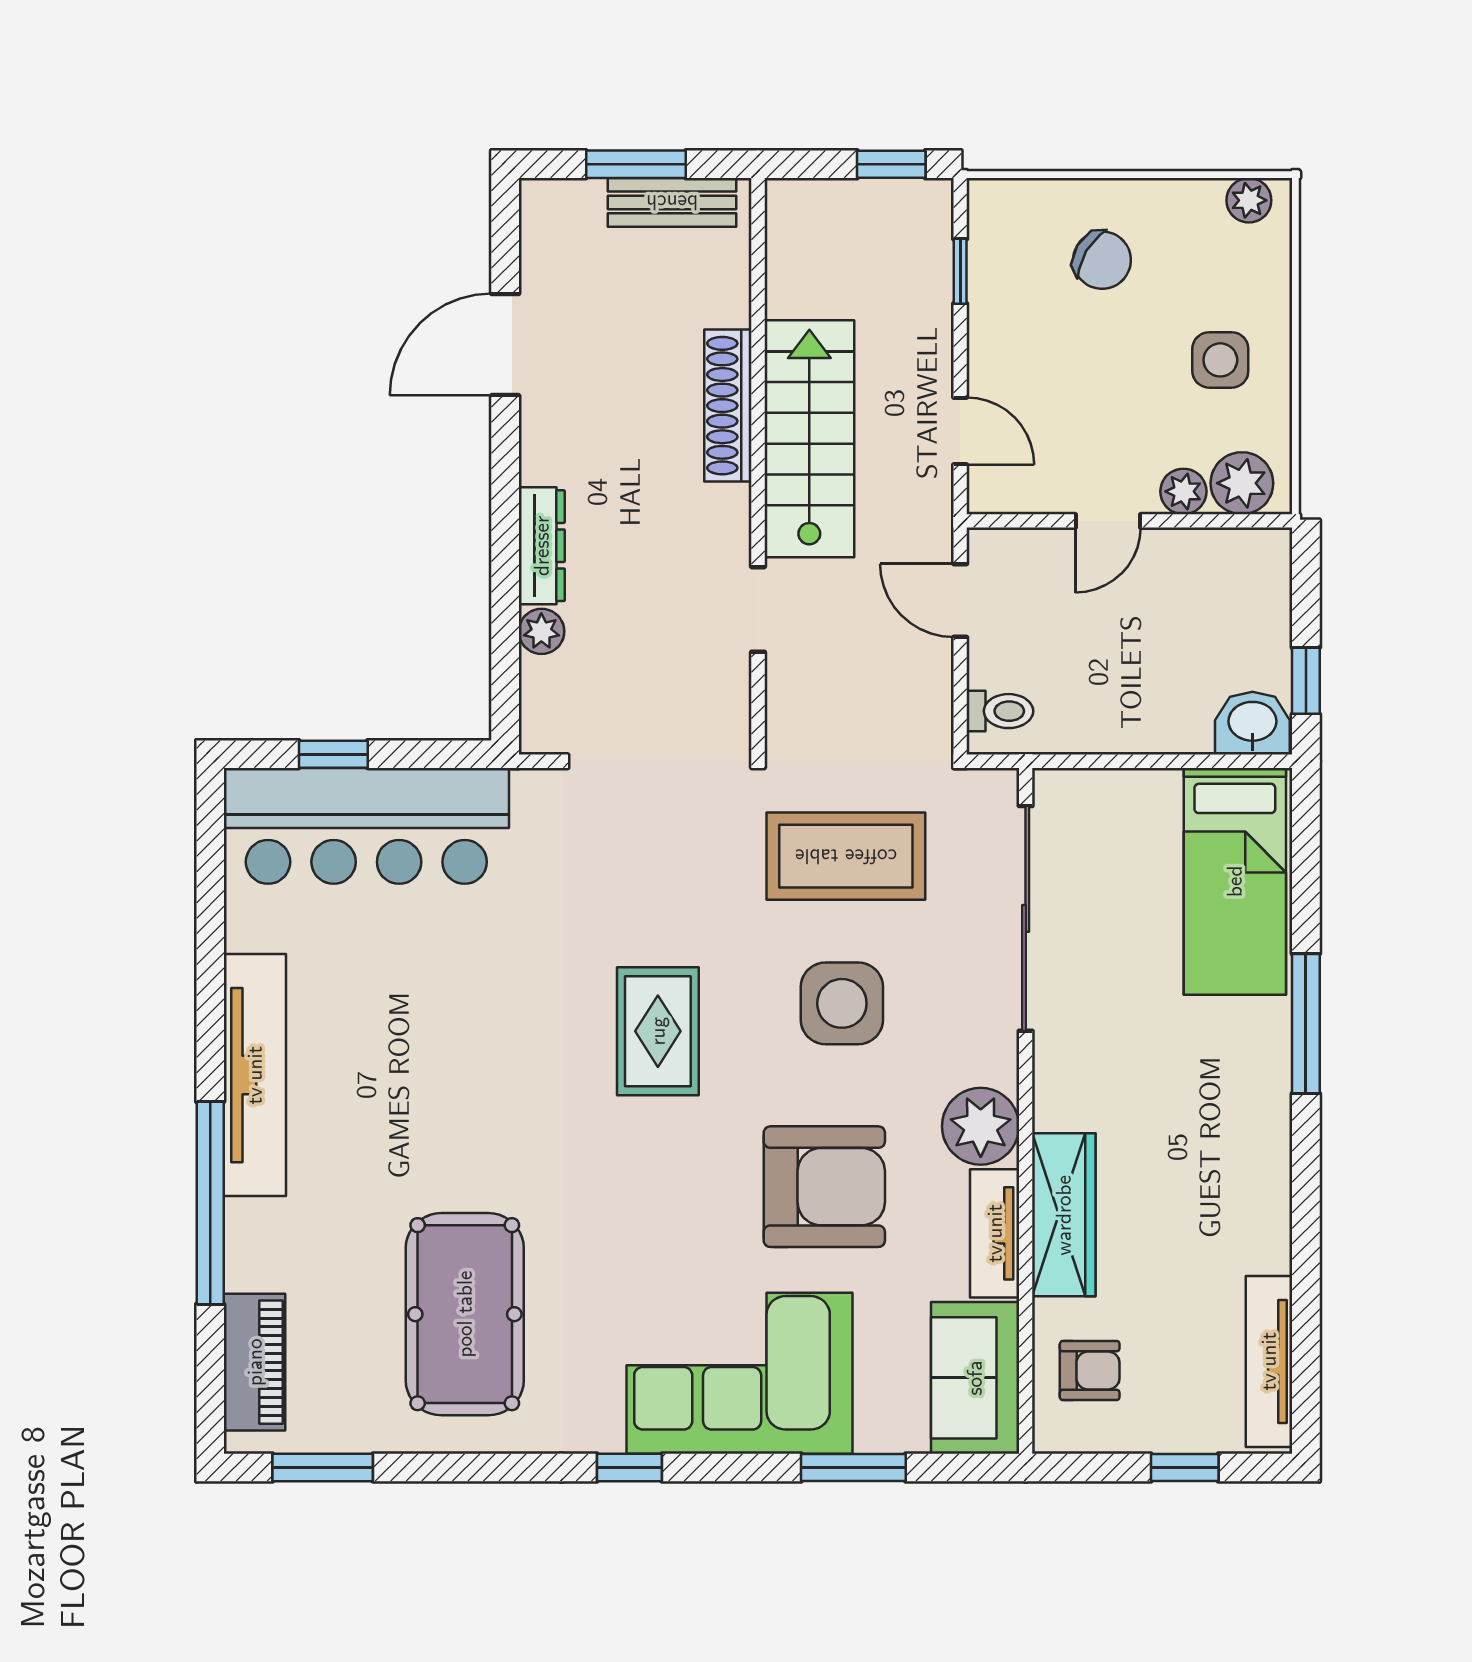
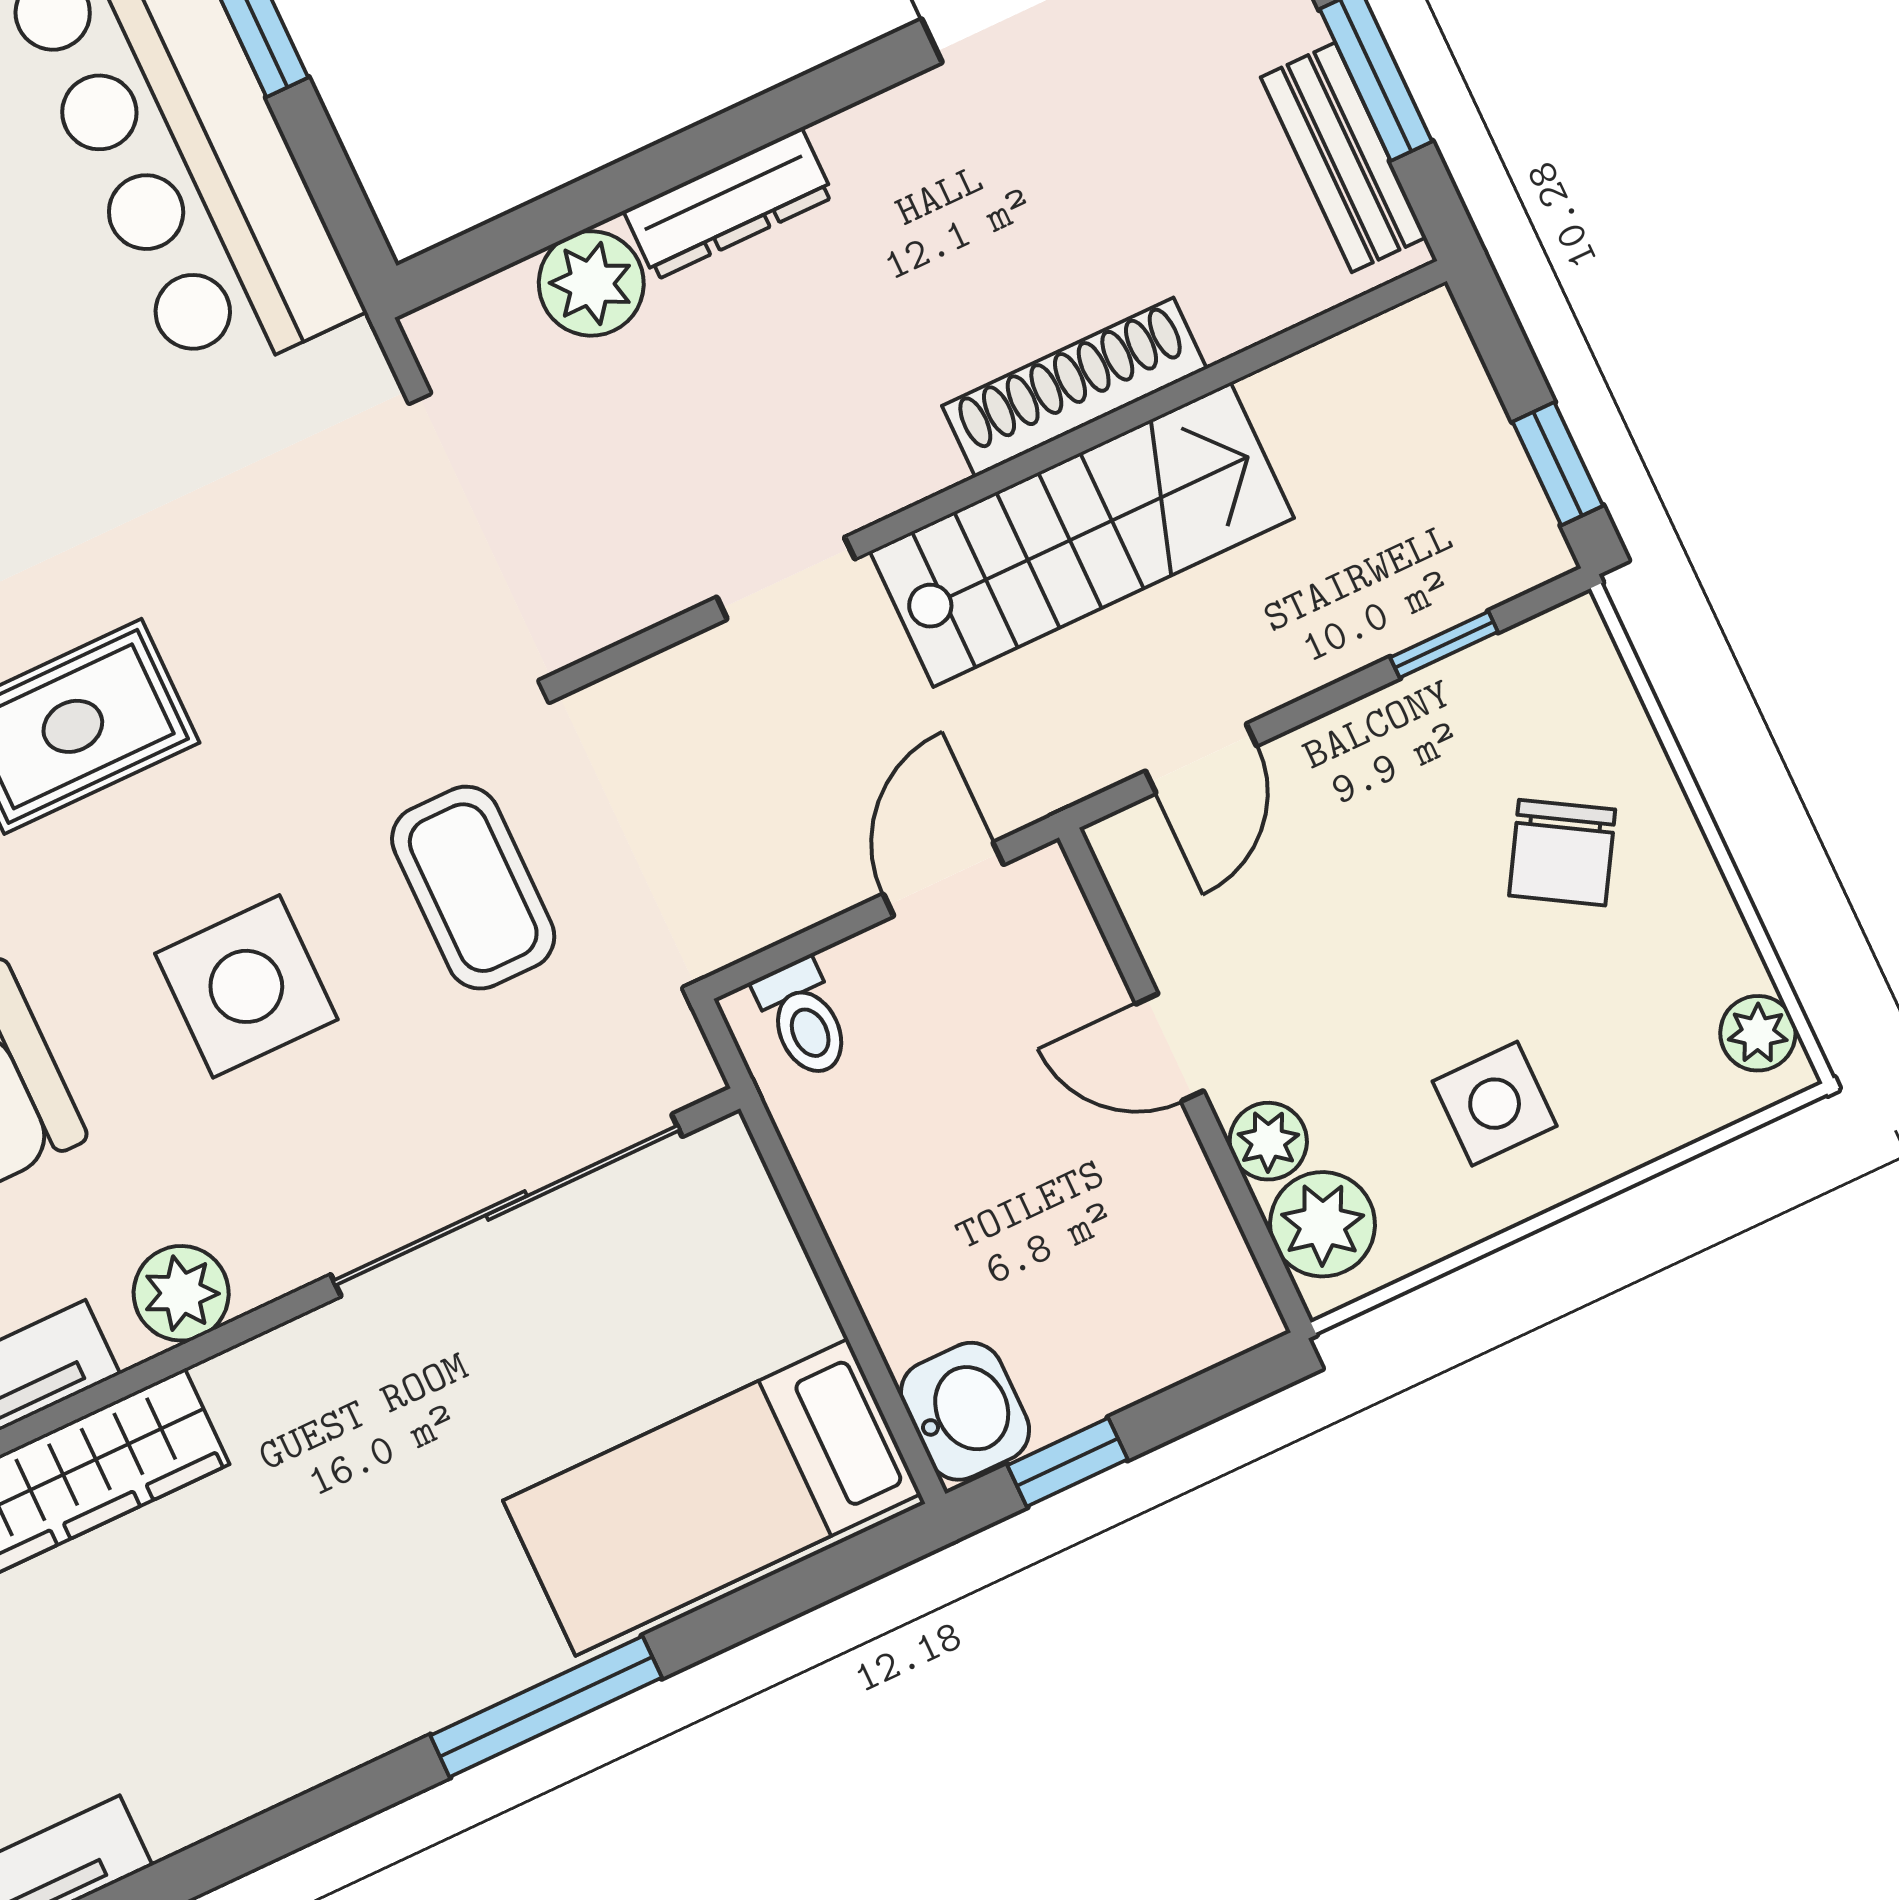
plant: (541, 631) -> (591, 283), width x1.38, depth x1.38
coffee table: (846, 856) -> (473, 888), width x0.73, depth x0.76
plant: (981, 1126) -> (181, 1293), width x0.73, depth x0.73

